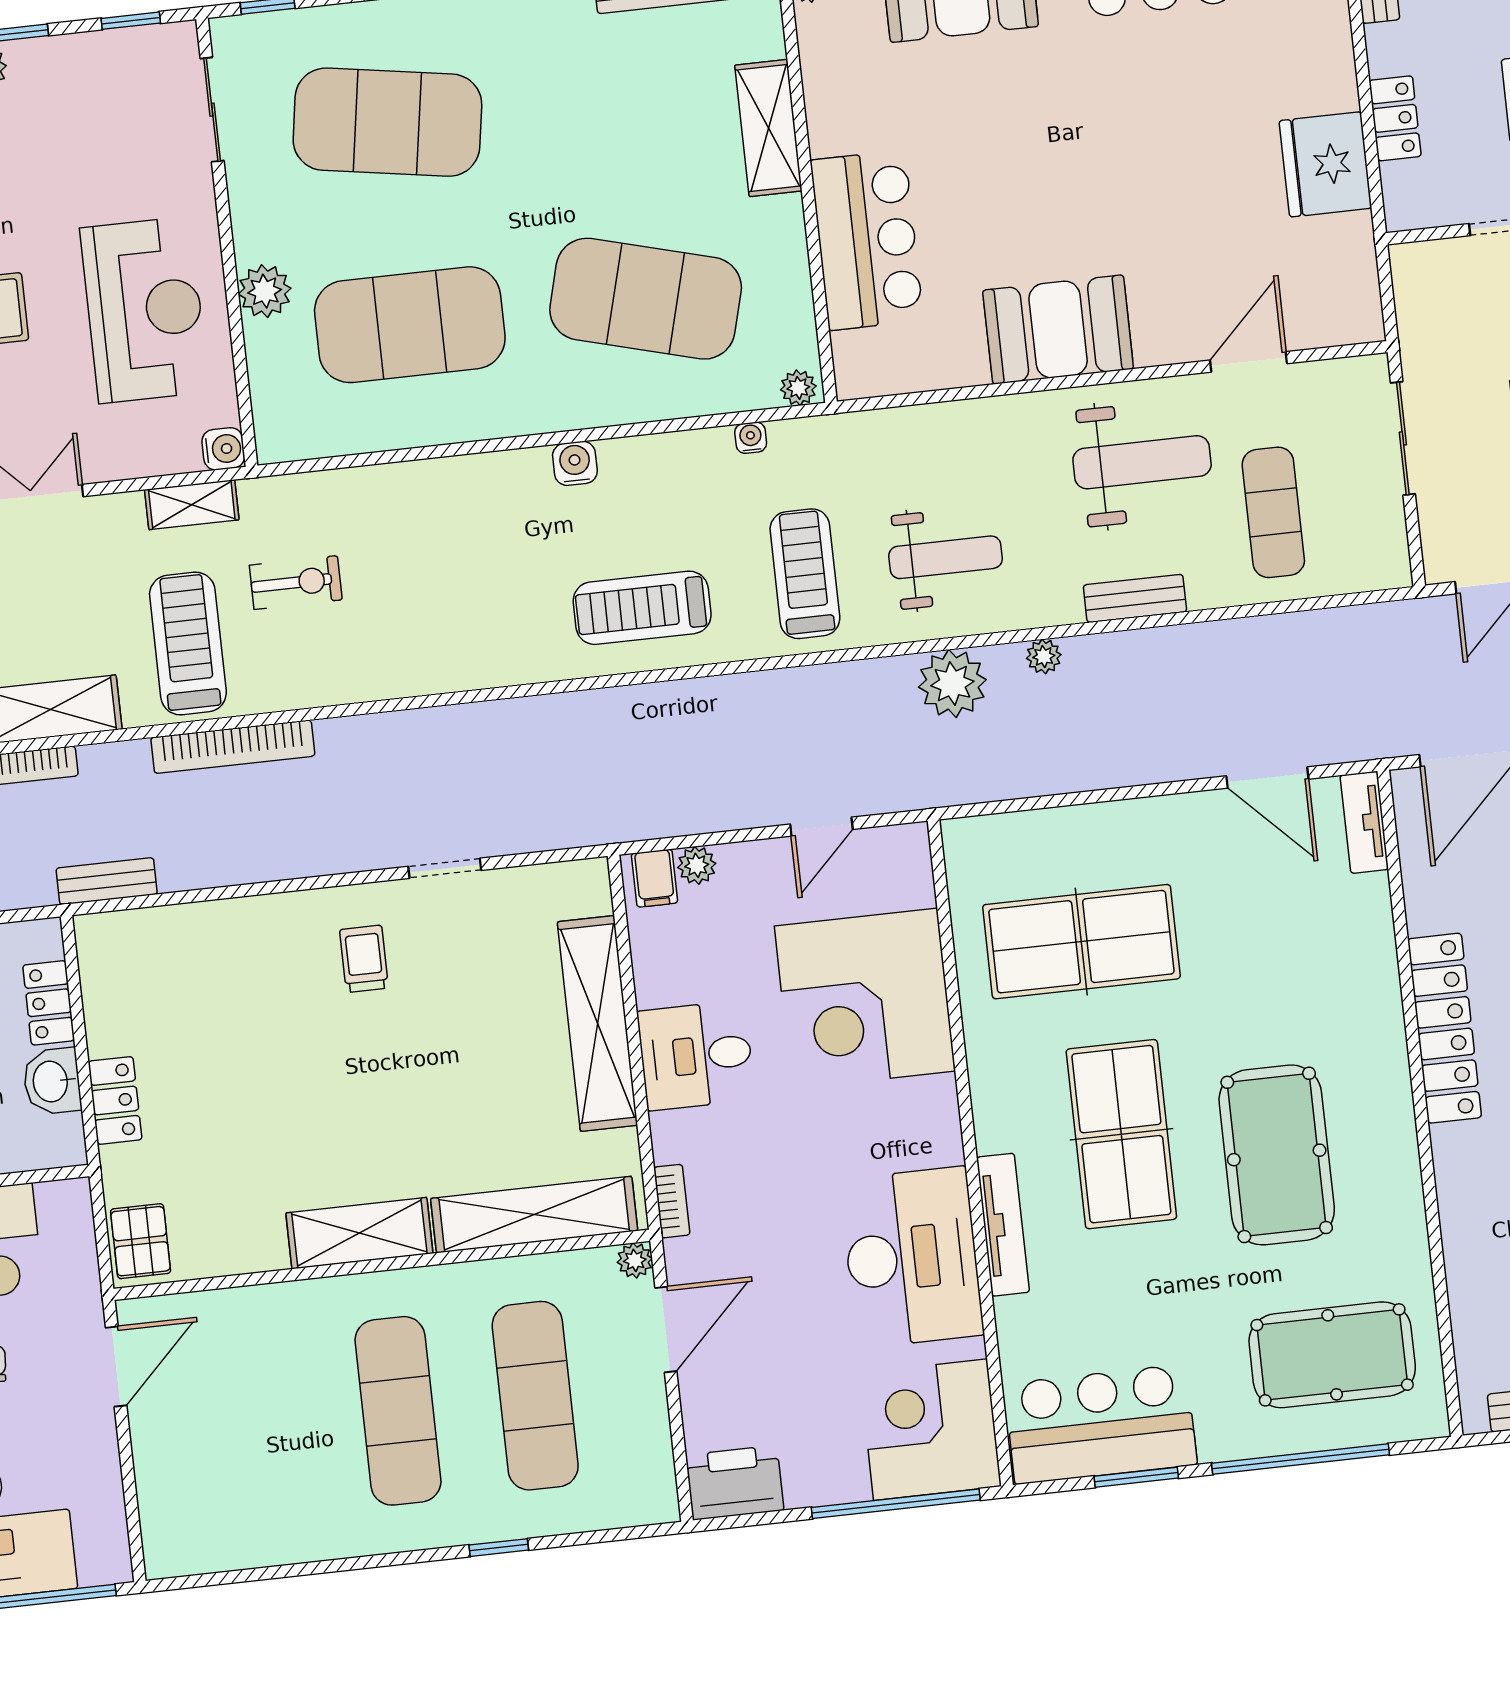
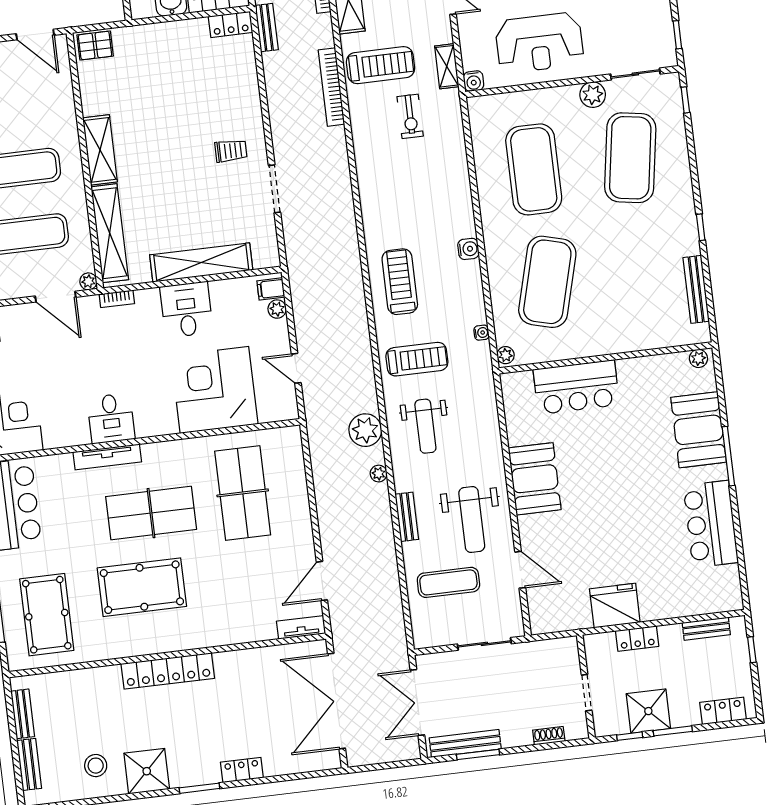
shelving: (768, 128) -> (629, 340), removed
plant: (265, 291) -> (593, 95), moved
doorway: (445, 868) -> (274, 189), width x1.38
locker: (1445, 1028) -> (168, 671), moved
locker: (115, 1100) -> (231, 24), moved
desk: (912, 1257) -> (111, 418), width x0.53, depth x0.77

